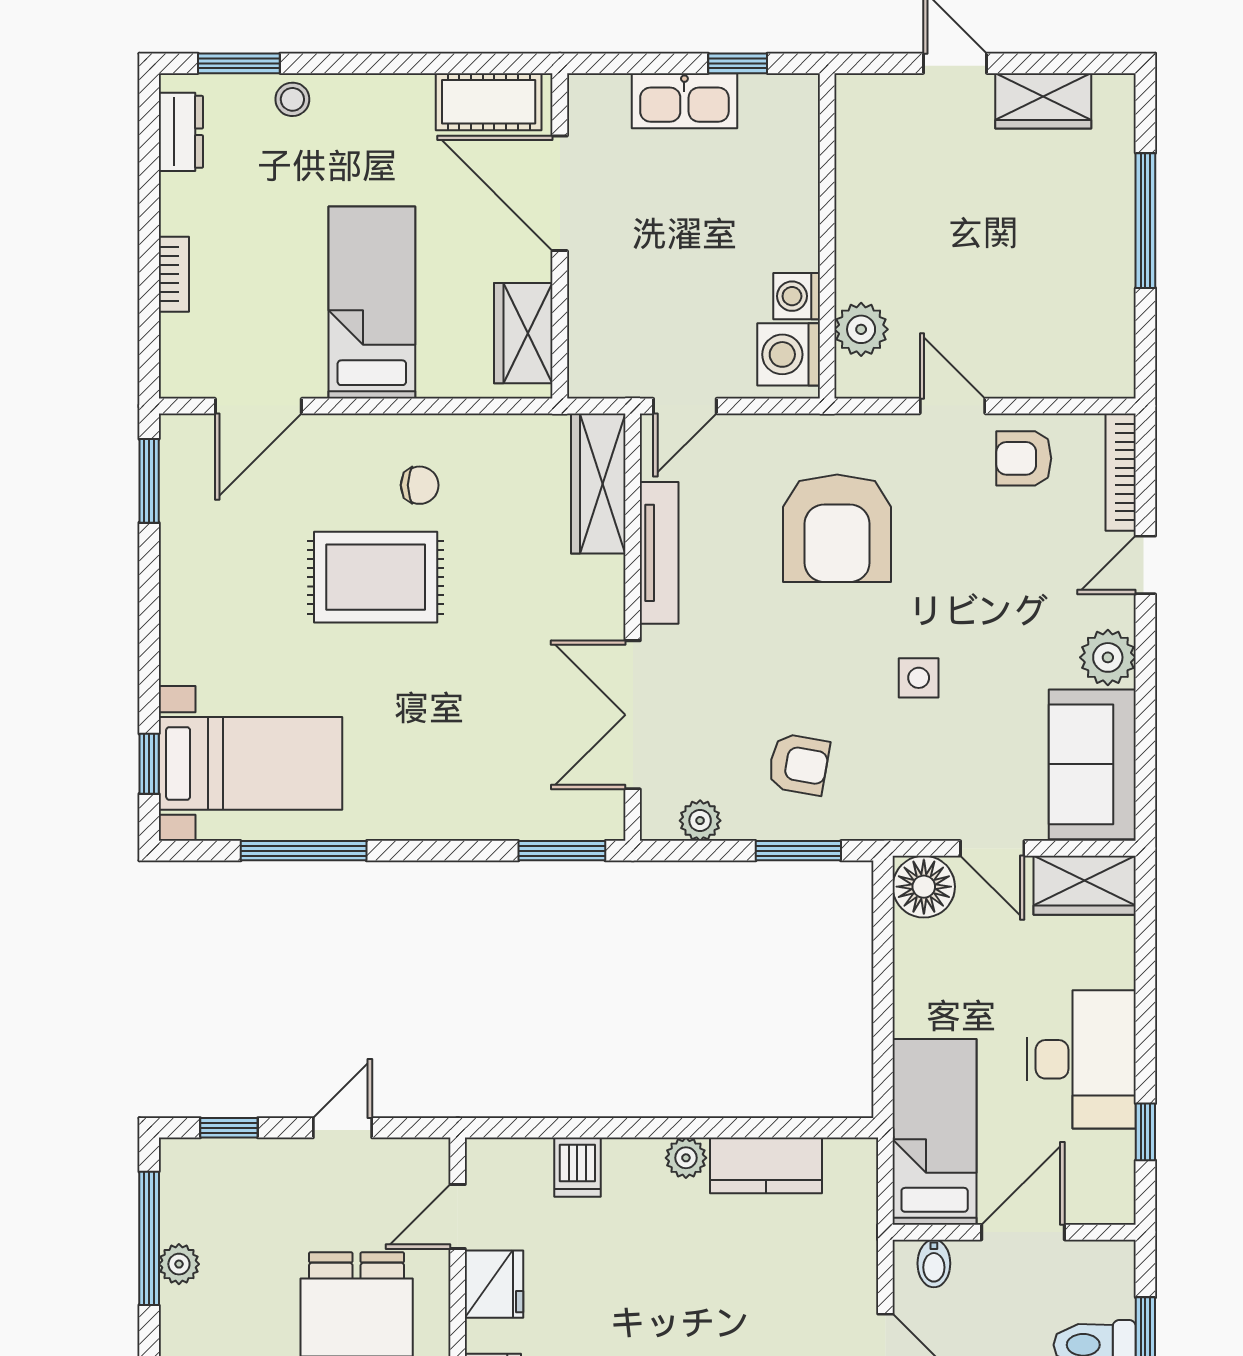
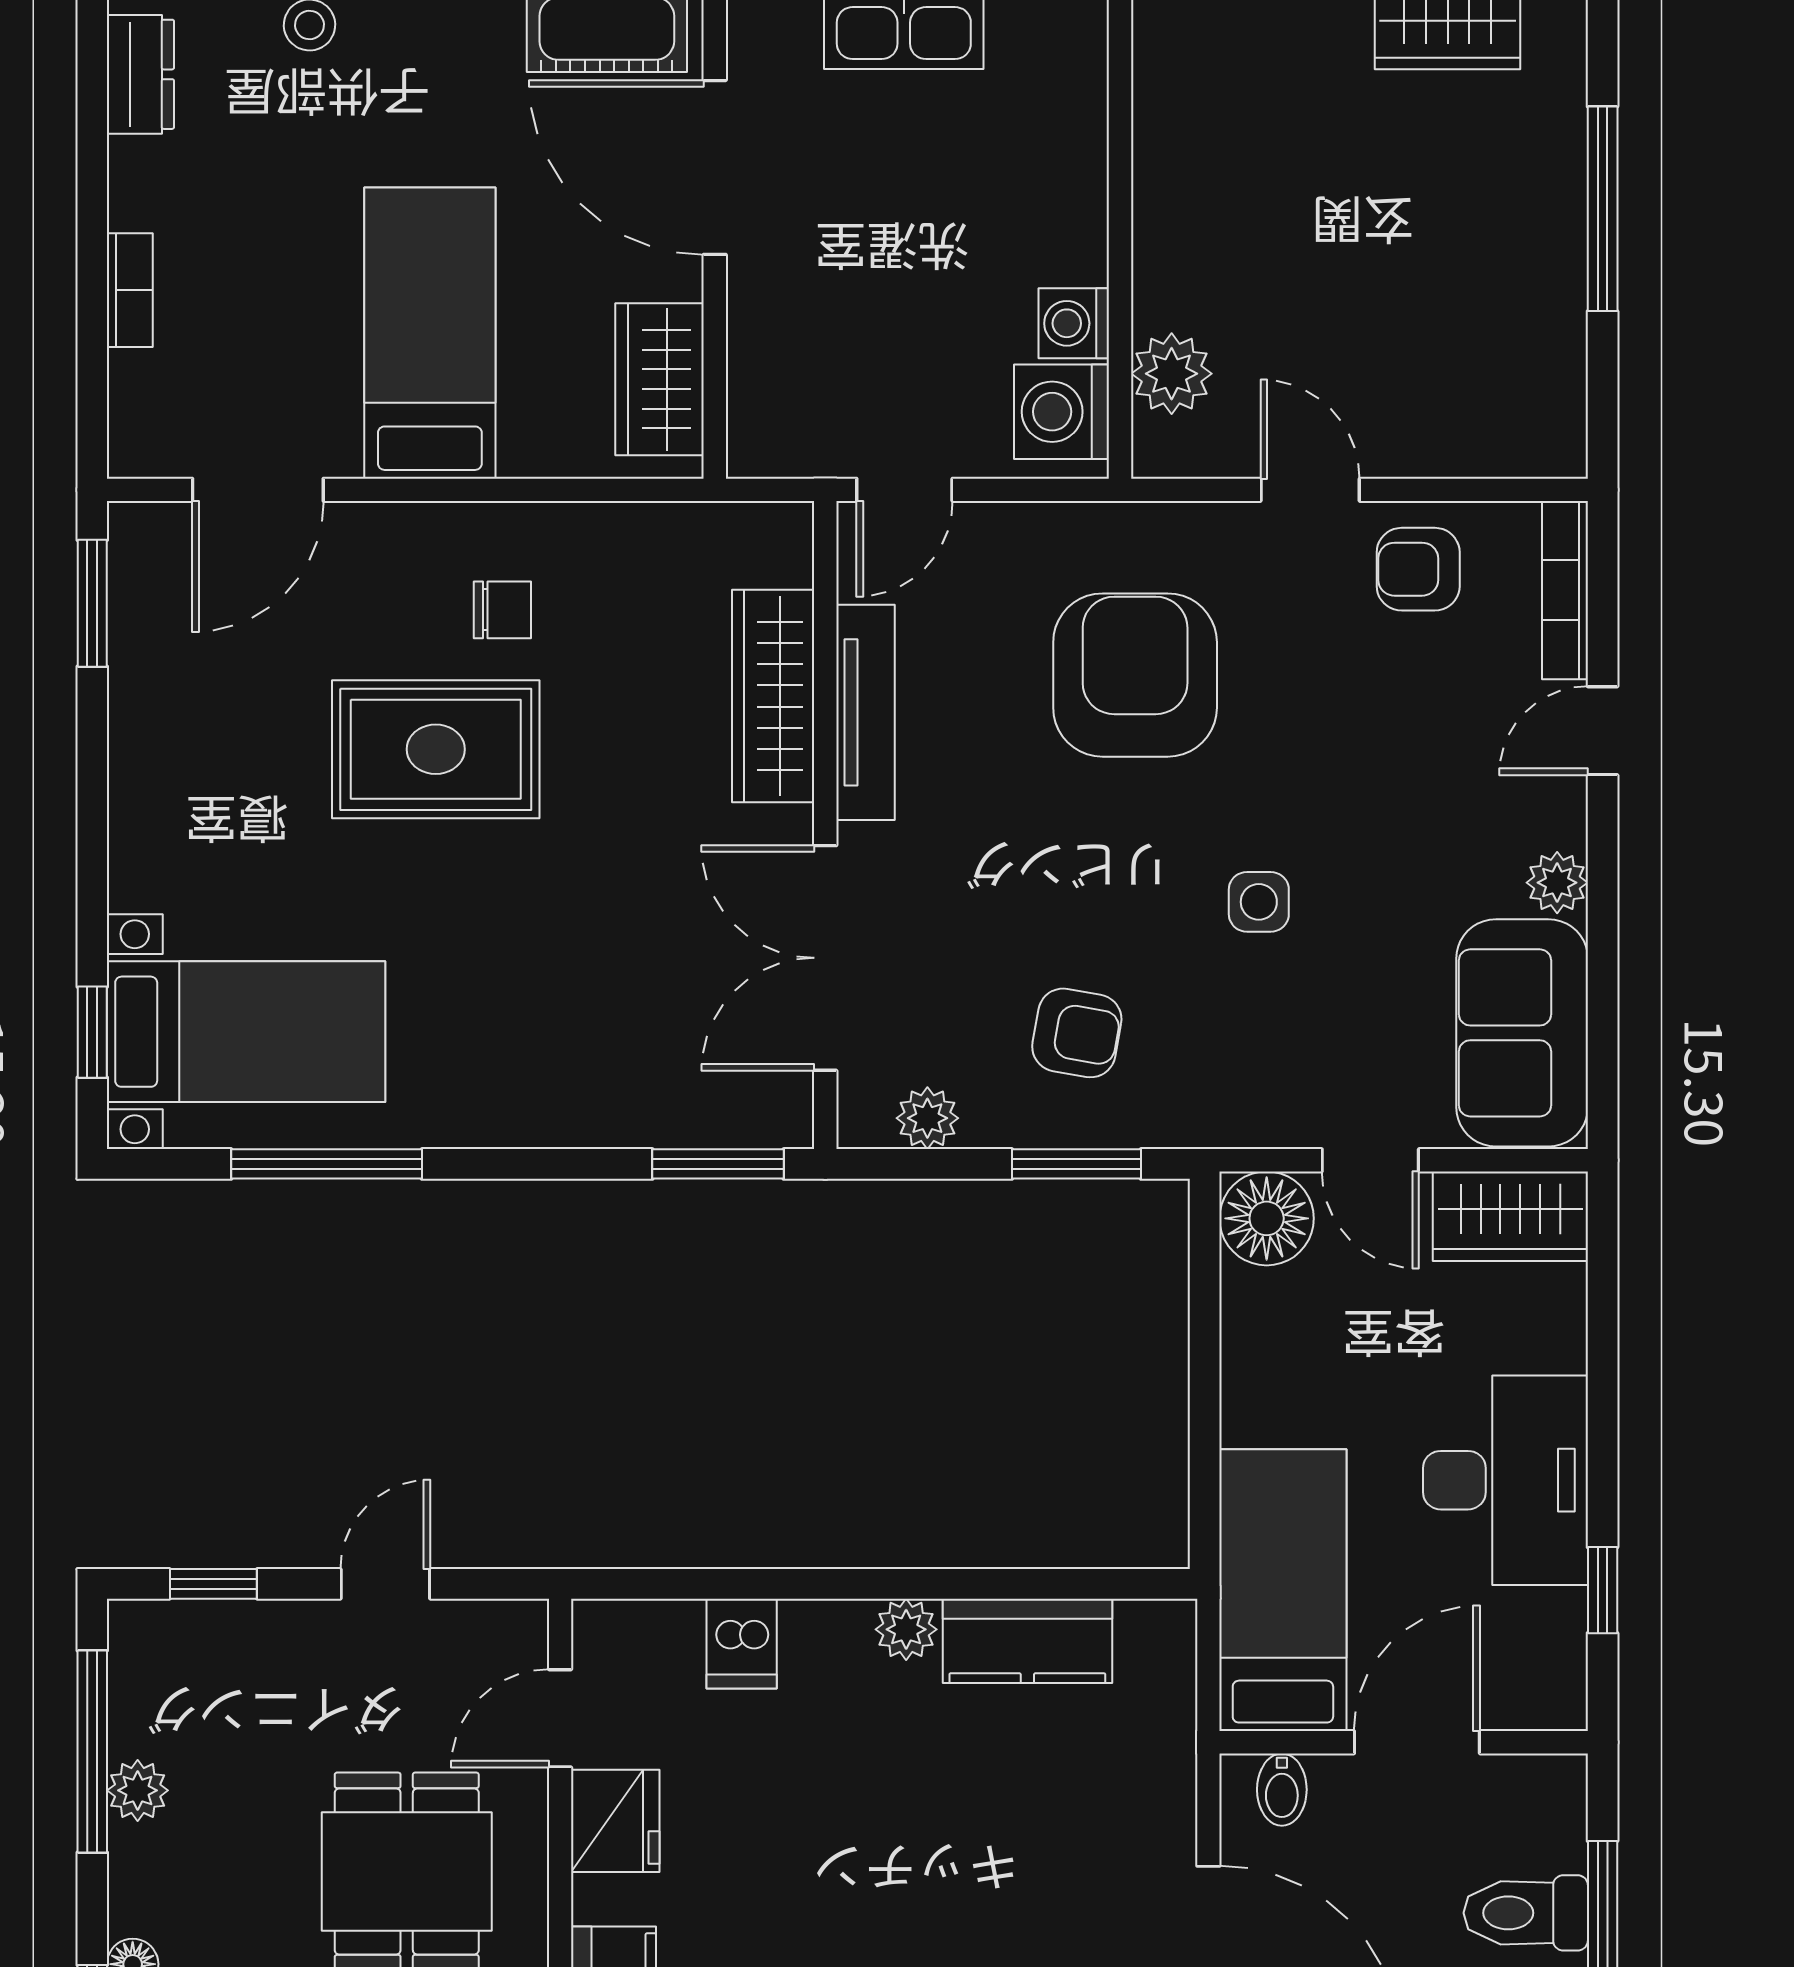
wardrobe: (598, 483) -> (773, 696), moved
armchair: (837, 528) -> (1135, 675), turned 180
plant: (1108, 657) -> (1557, 883), width x0.73, depth x0.73

